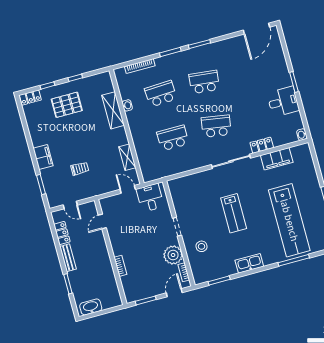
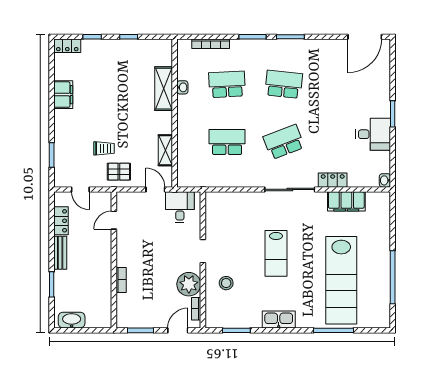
pallet: (67, 105) -> (119, 172), moved, width x0.67, depth x0.71
school desk: (216, 126) -> (284, 142), turned -30
filing cabinet: (43, 157) -> (63, 95), moved

